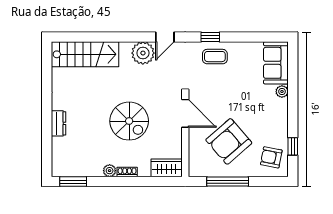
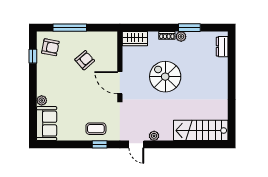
door: (165, 37) -> (136, 144), swing flipped
plant: (143, 53) -> (154, 136), width x0.53, depth x0.53
dresser: (59, 123) -> (222, 47), moved
armchair: (229, 141) -> (85, 60), width x0.53, depth x0.53
window: (73, 182) -> (189, 28), moved
window: (228, 182) -> (70, 28), moved

